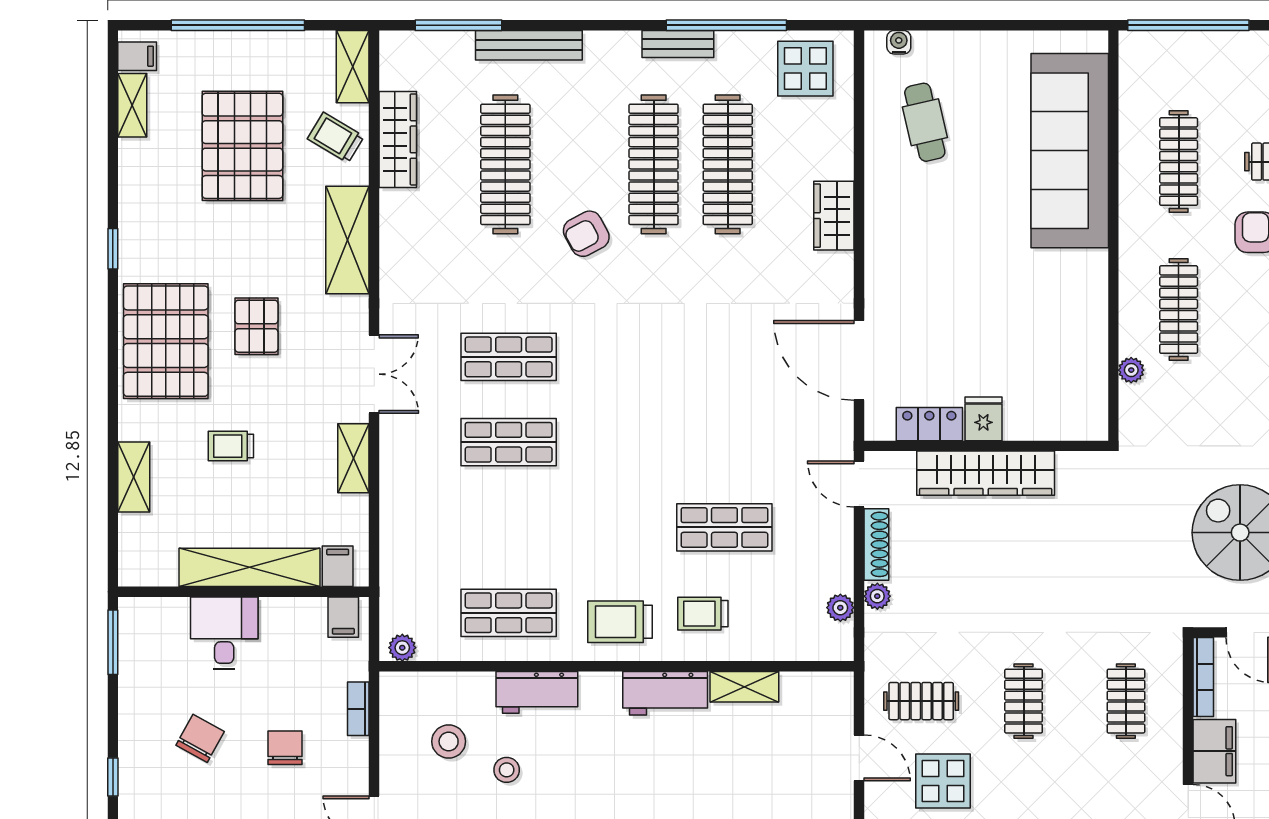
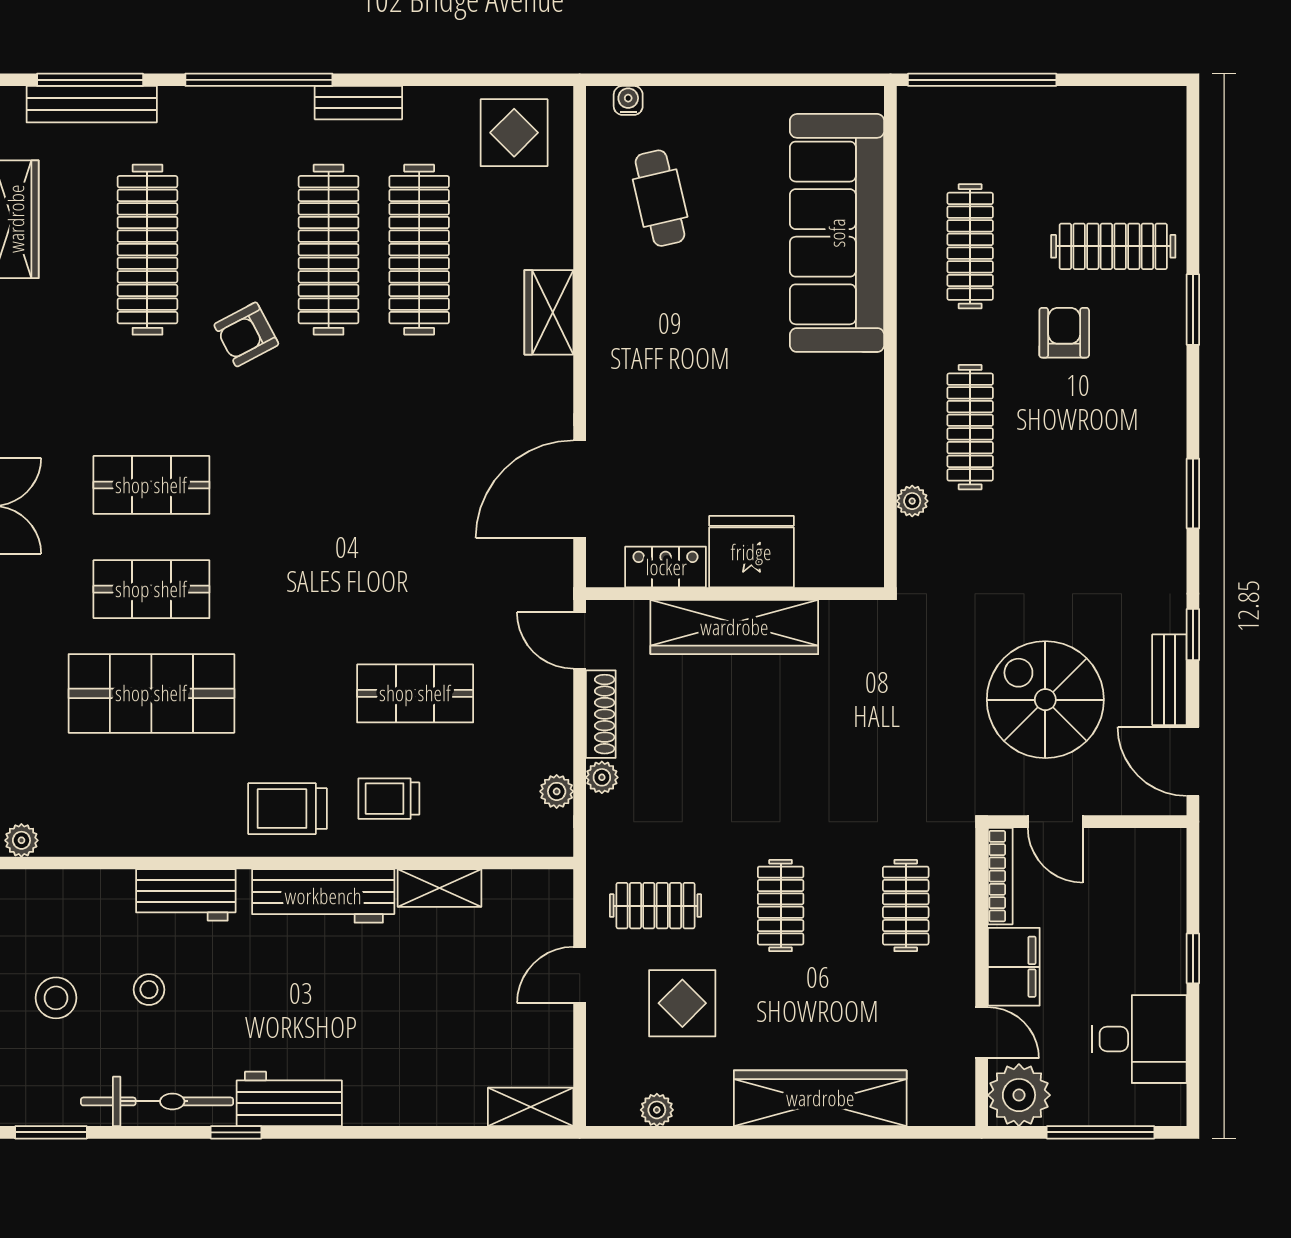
window: (726, 25) -> (259, 80), moved
bench: (529, 45) -> (92, 104), moved
door: (859, 360) -> (580, 489), hinge flipped
fridge: (983, 419) -> (751, 552), width x1.88, depth x1.34
shop shelf: (509, 613) -> (151, 693), moved, width x1.43, depth x1.36
workbench: (665, 693) -> (323, 896), width x1.38
stool: (449, 741) -> (56, 998), moved
door: (859, 758) -> (580, 975), swing flipped

